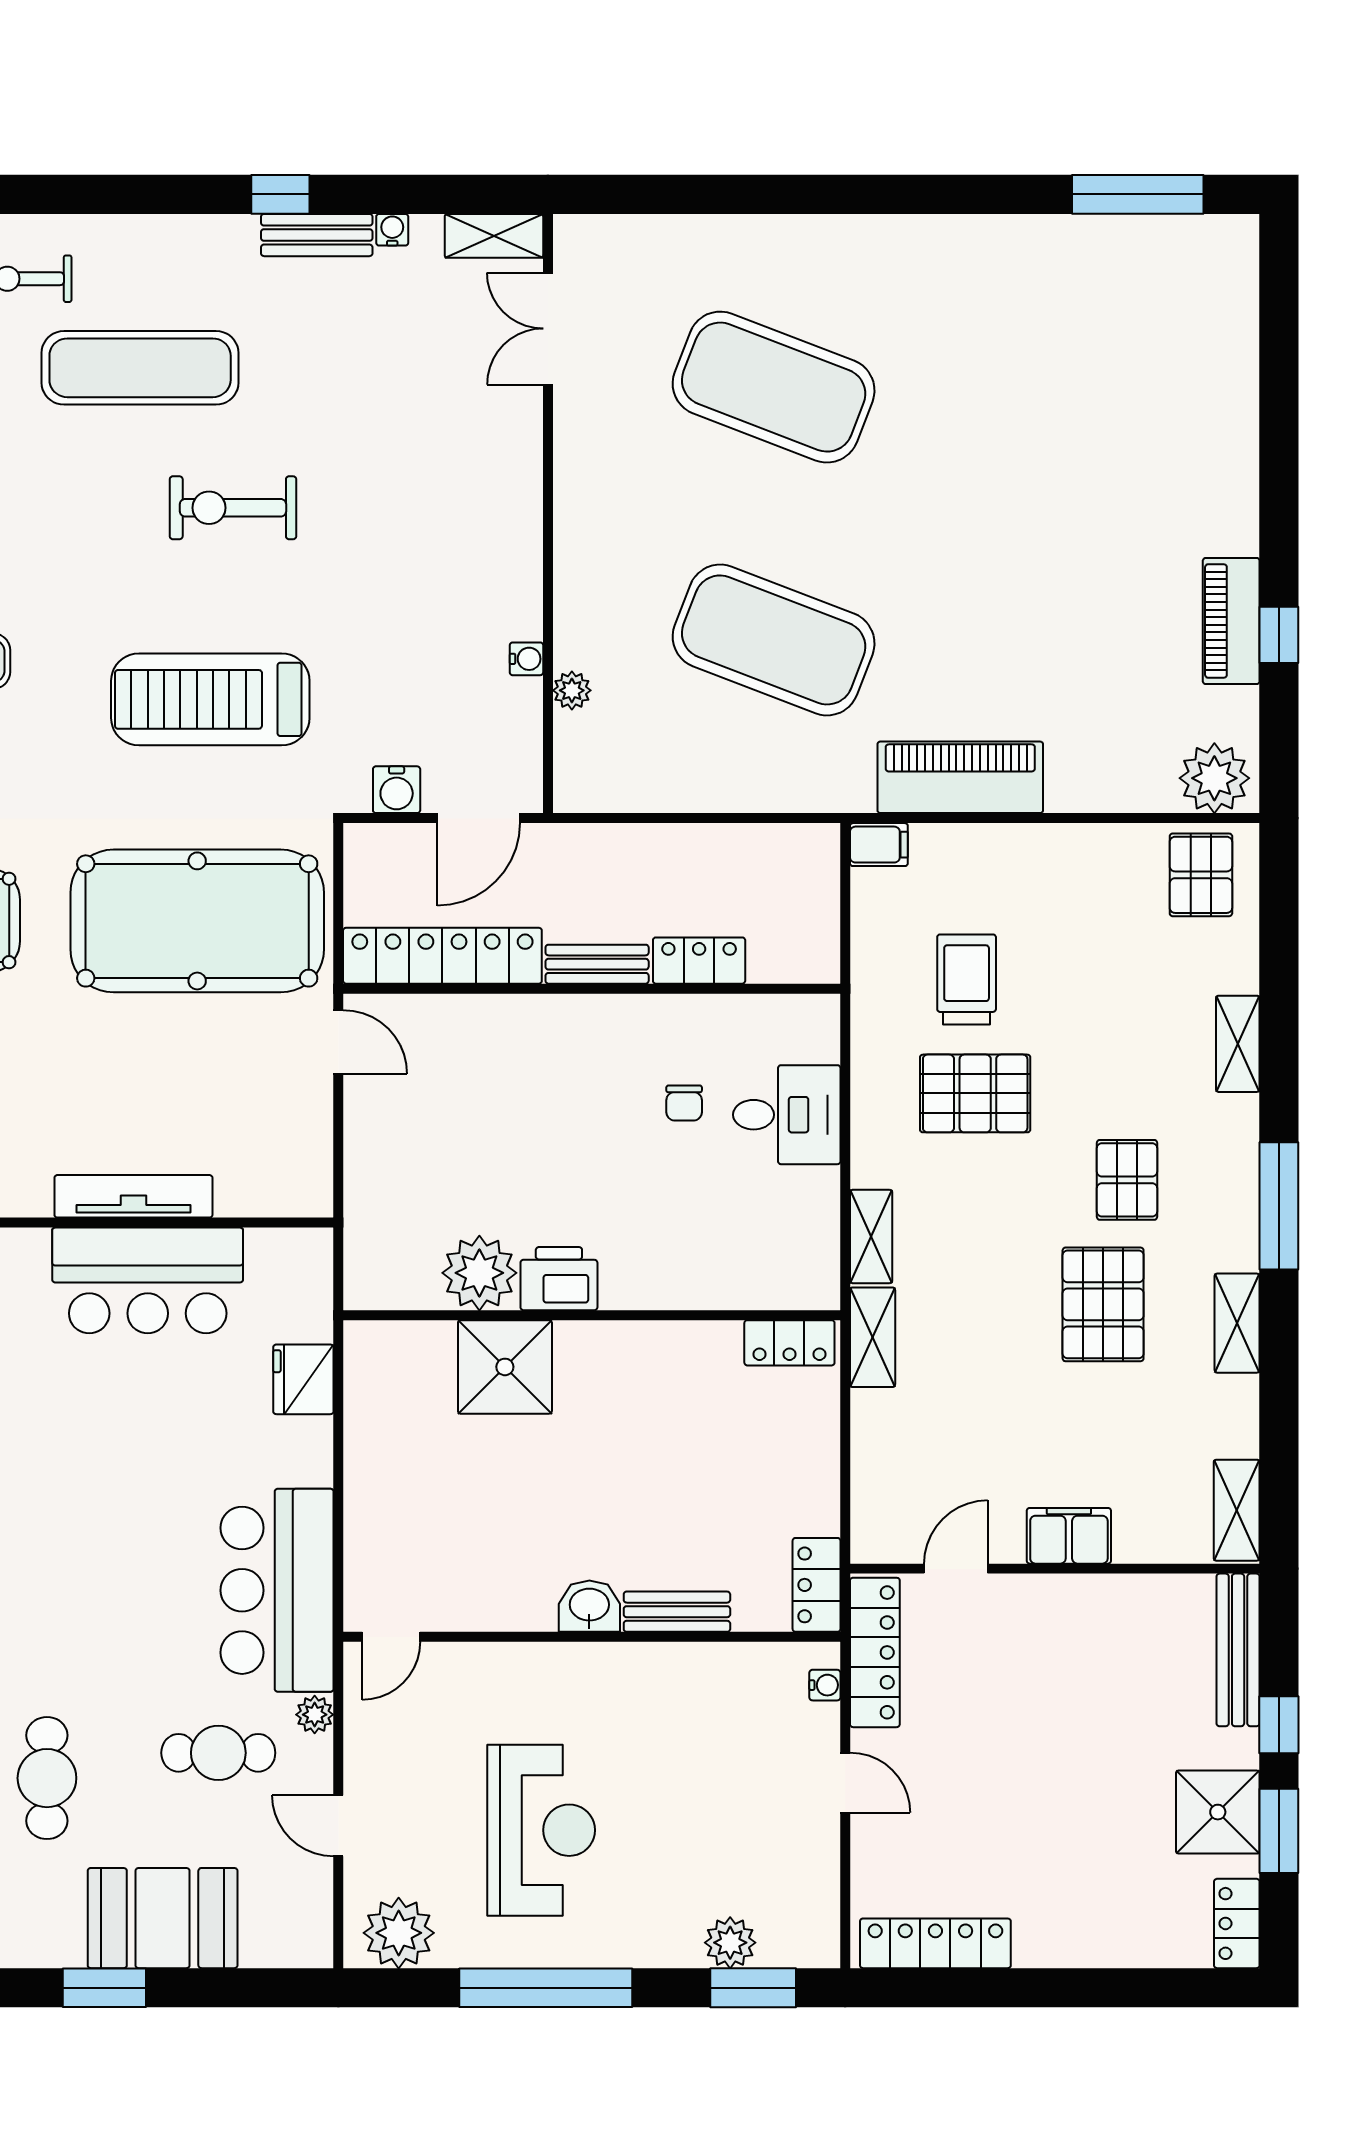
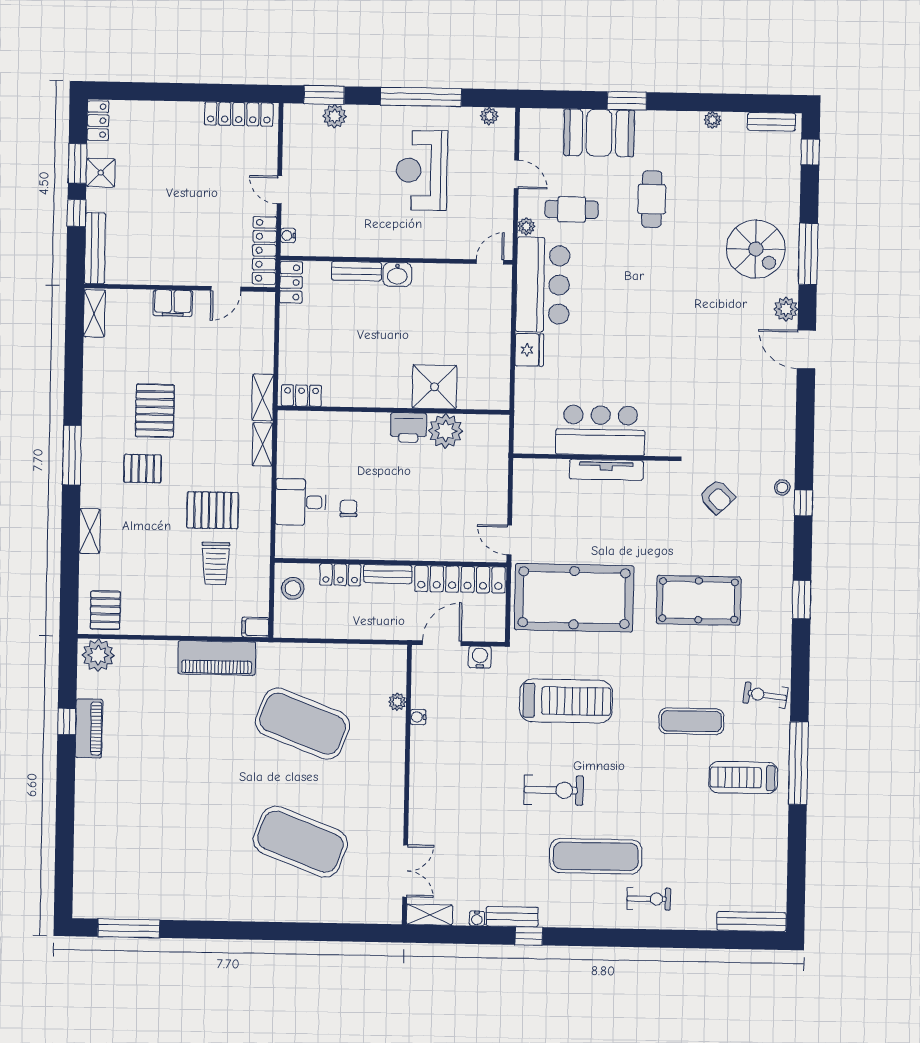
stool: (800, 929) -> (293, 588), added
pallet: (1127, 1180) -> (143, 469), turned 90
shelving: (1237, 1323) -> (92, 401), removed
fridge: (303, 1379) -> (529, 350), moved
shower: (1218, 1812) -> (101, 173), width x0.73, depth x0.73
plant: (399, 1933) -> (489, 116), width x0.53, depth x0.53

